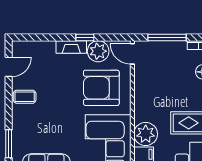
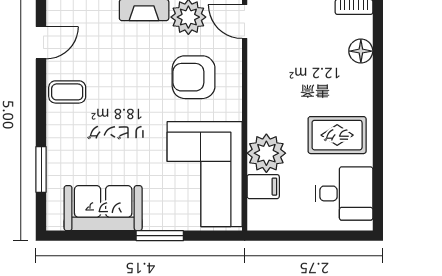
armchair: (101, 88) -> (194, 77), width x0.73, depth x0.73

